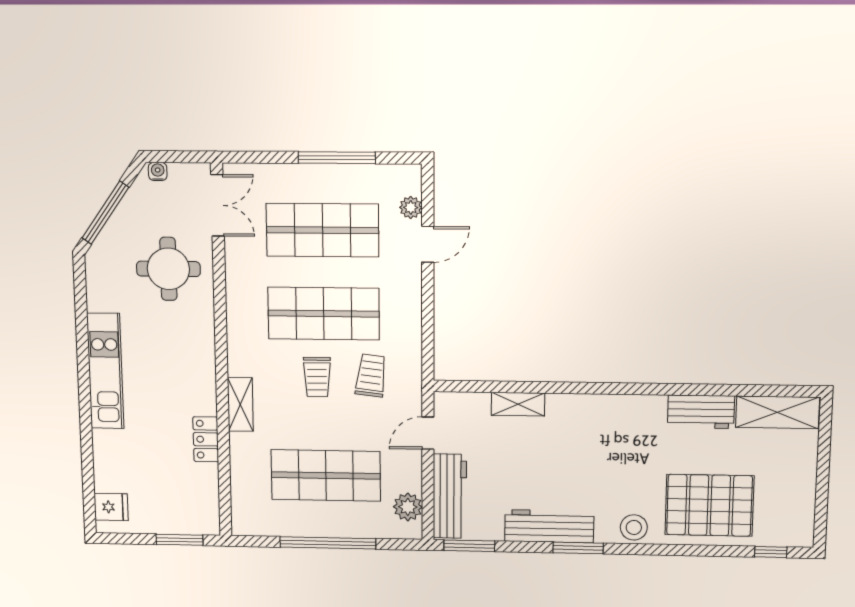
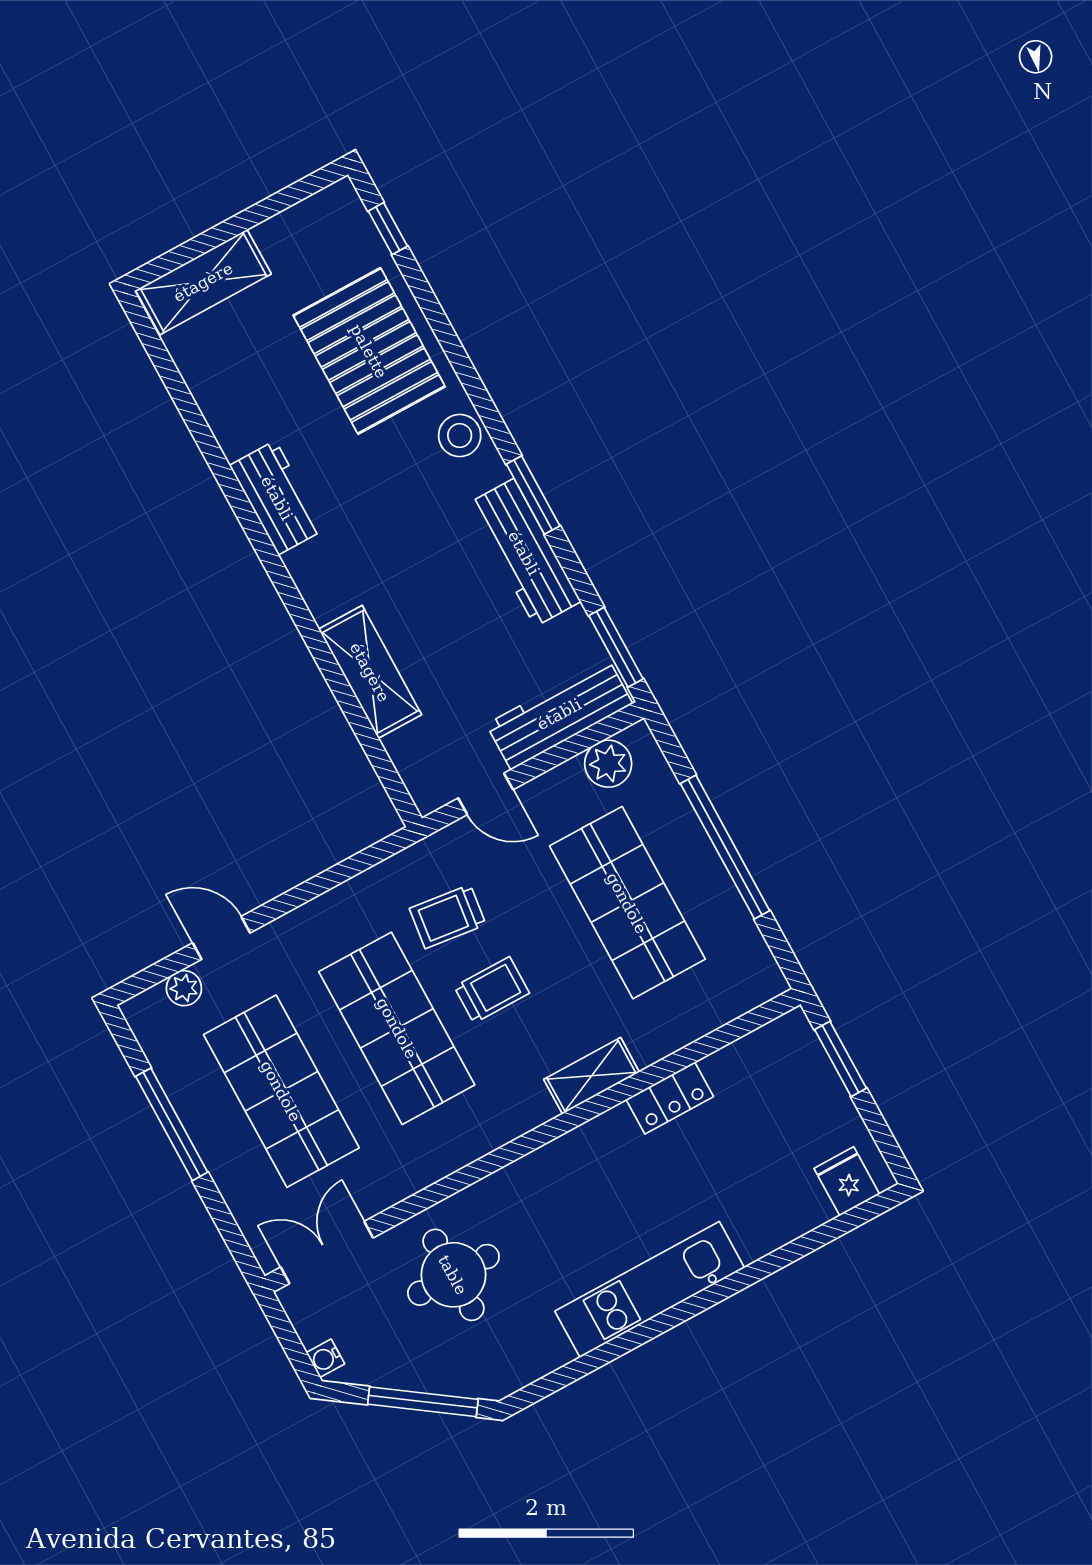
shelving: (518, 404) -> (370, 672), width x1.50, depth x1.33
workbench: (701, 412) -> (277, 498), moved
shelving: (778, 412) -> (203, 282), moved, turned 90

